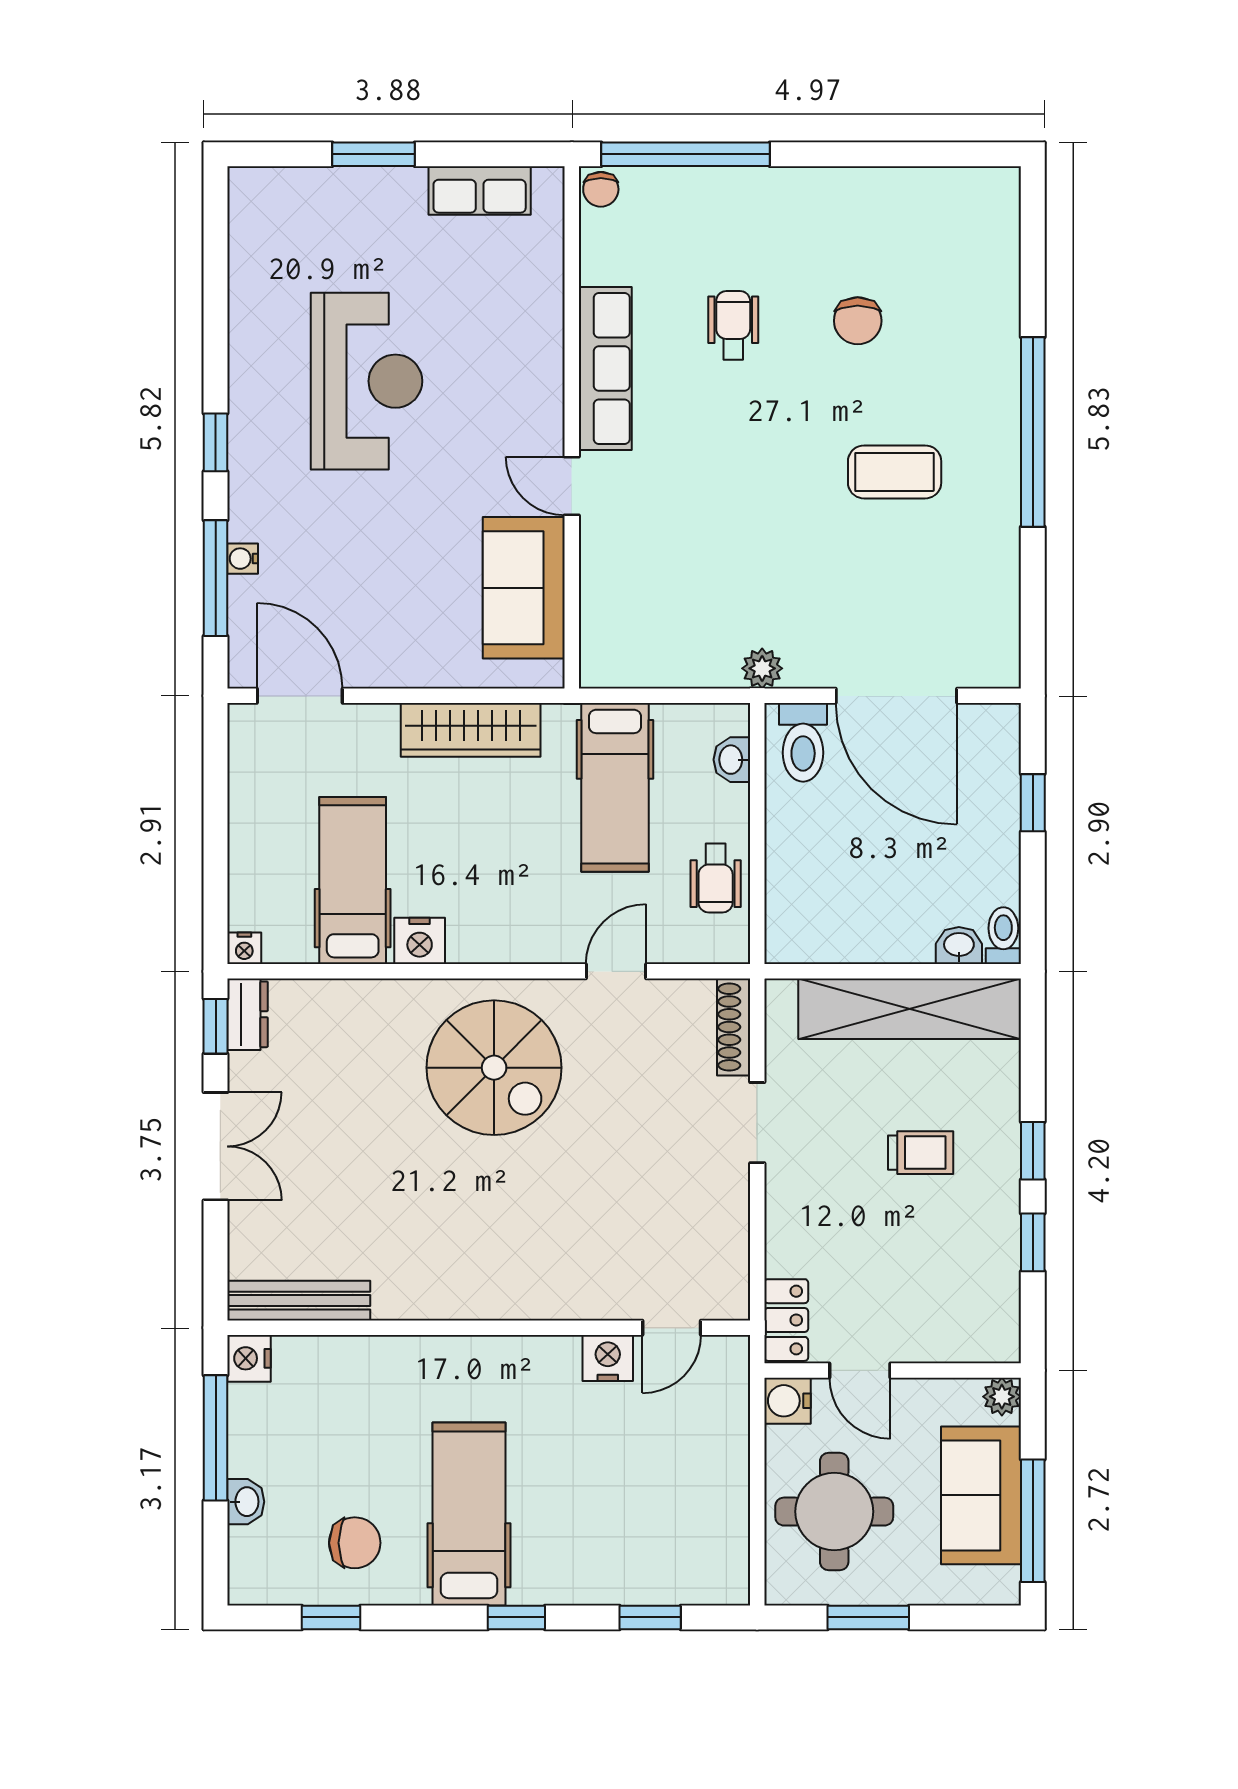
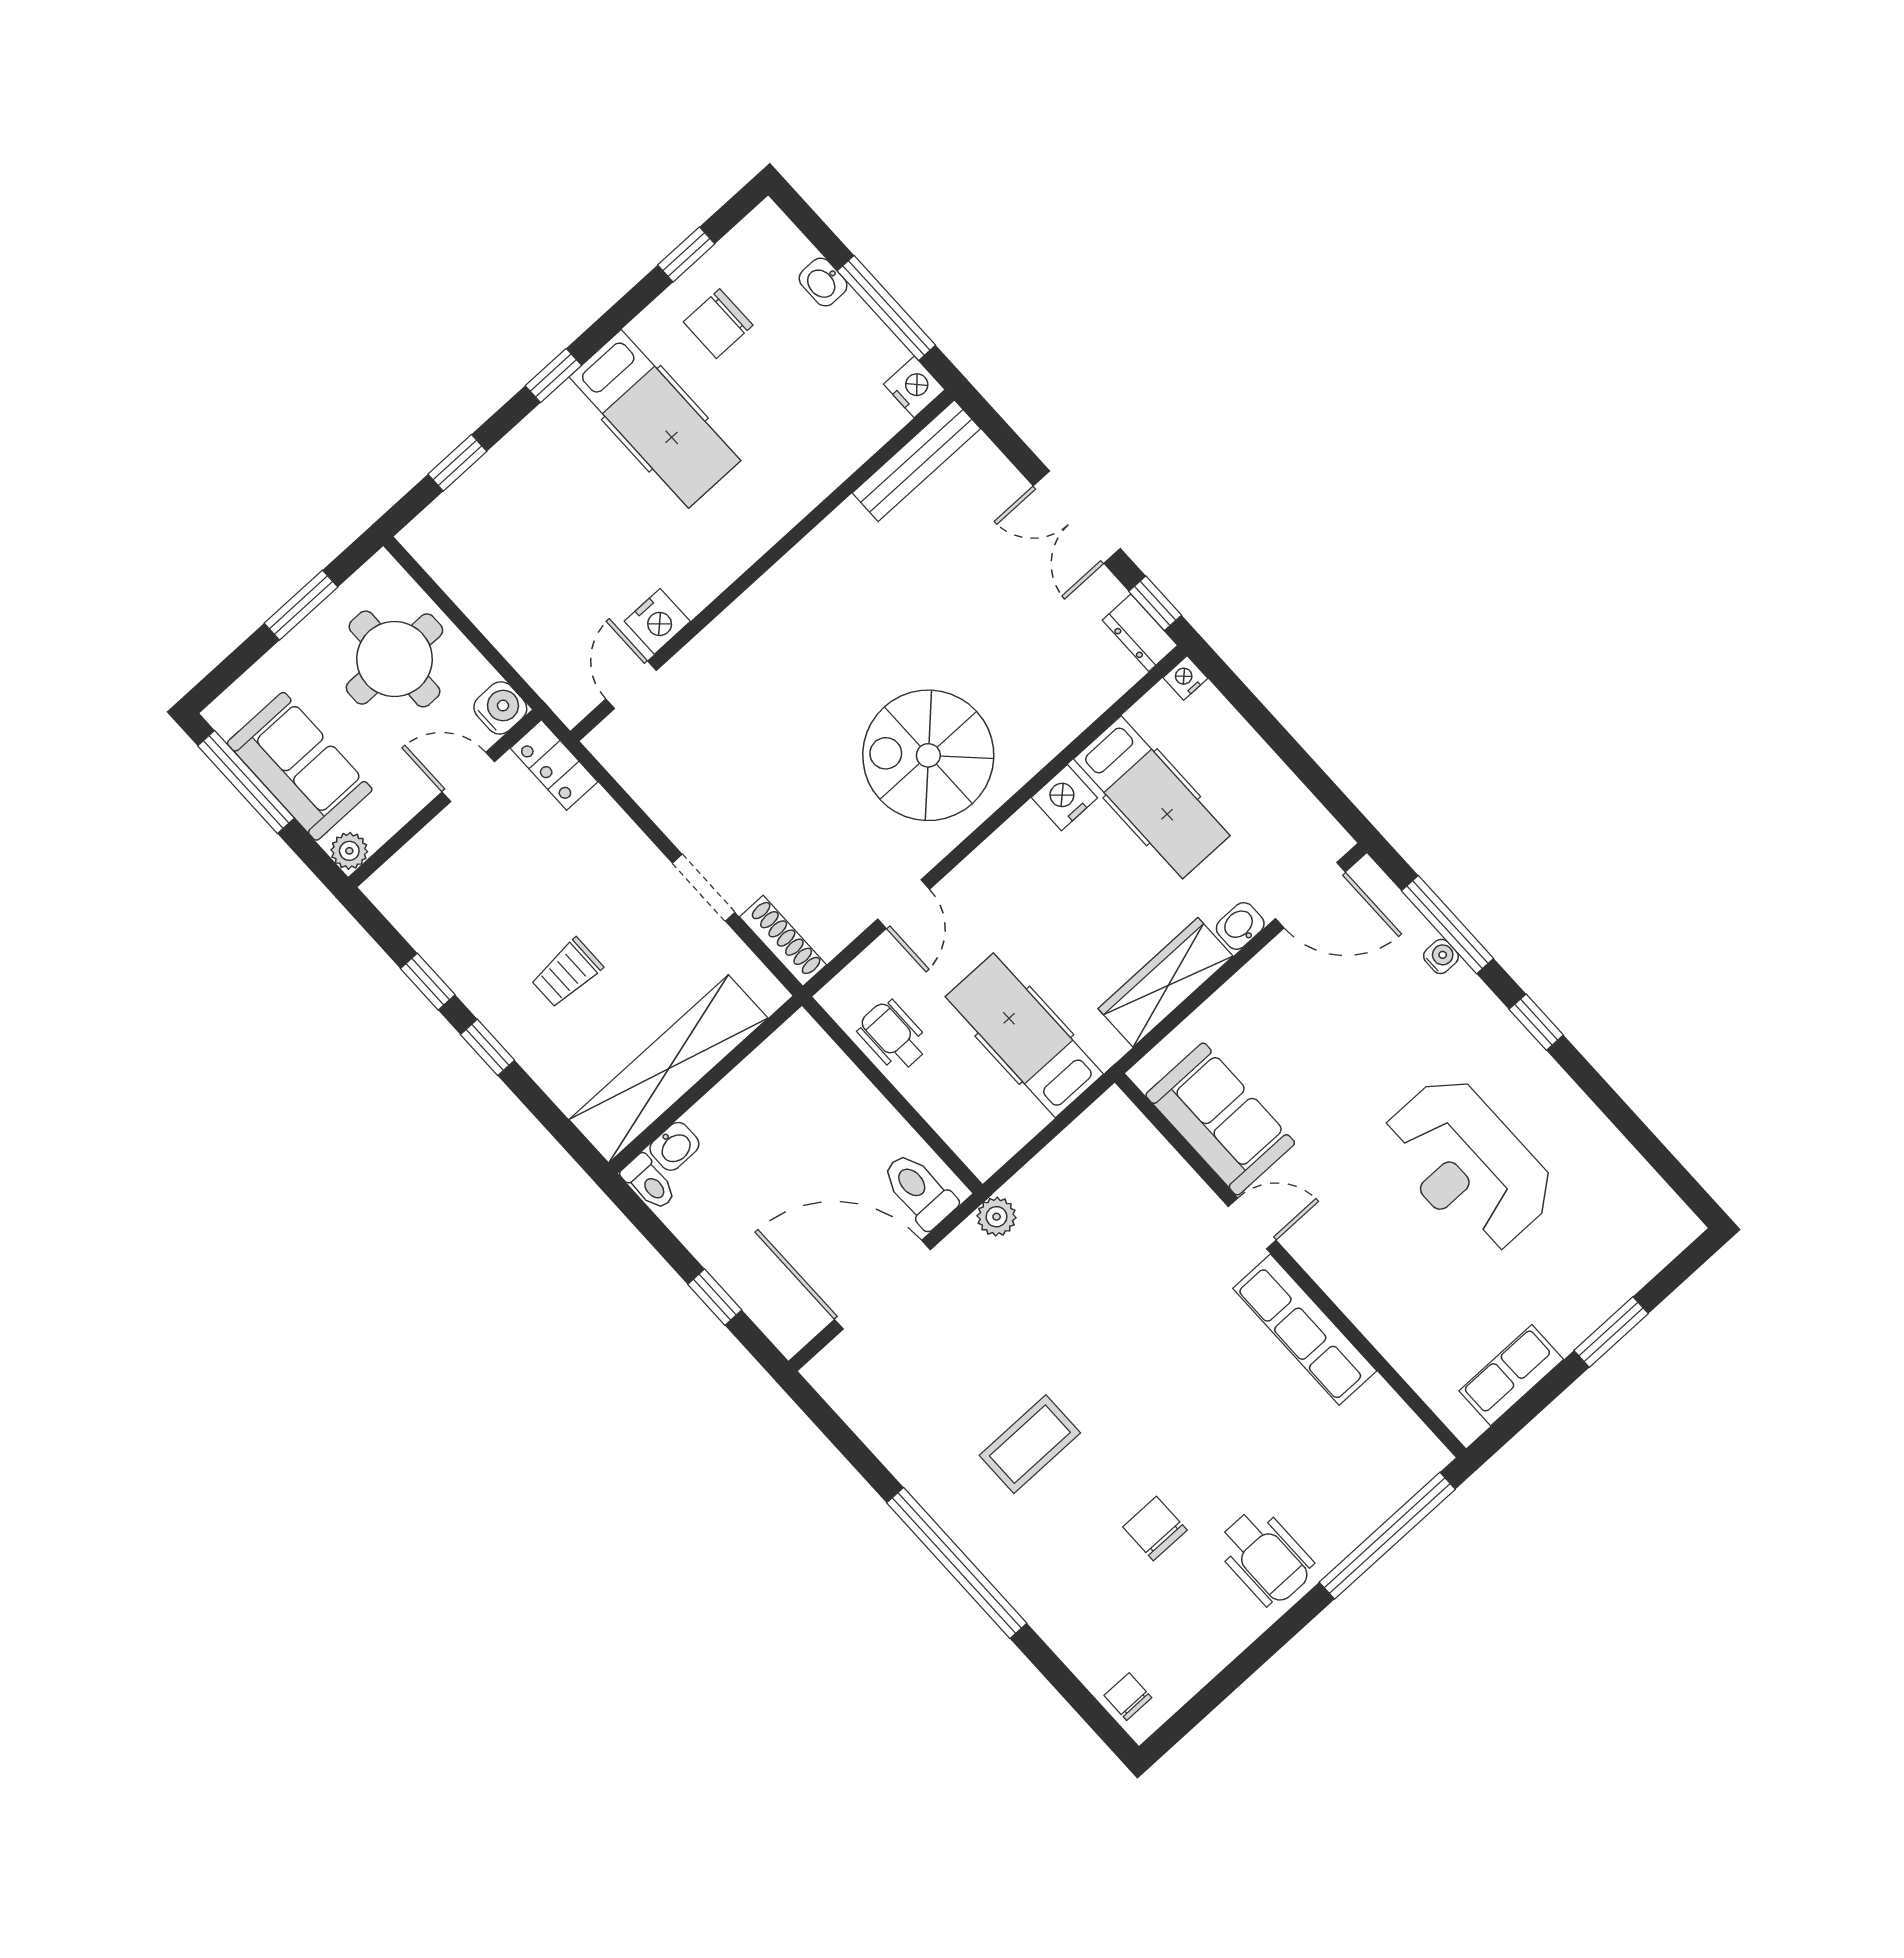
chair: (601, 189) -> (1128, 1697), moved
wheelchair: (733, 325) -> (1265, 1557), moved, width x1.36, depth x1.37
washbasin: (732, 760) -> (1240, 926), moved, turned -90

